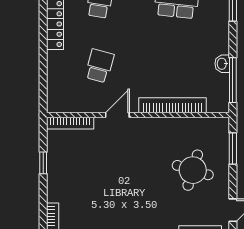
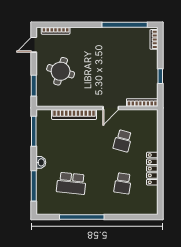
washbasin: (222, 64) -> (41, 162), moved

